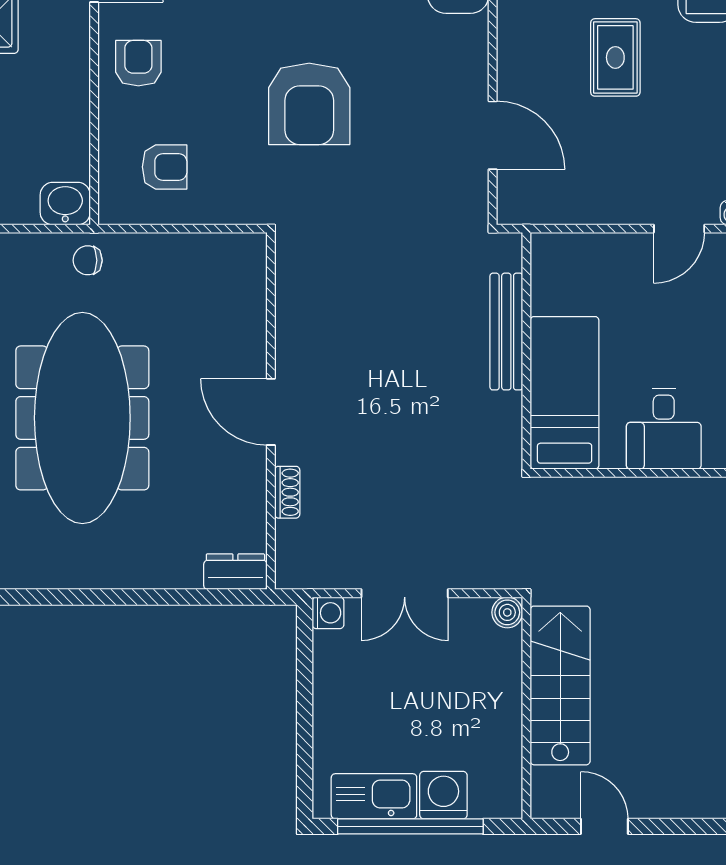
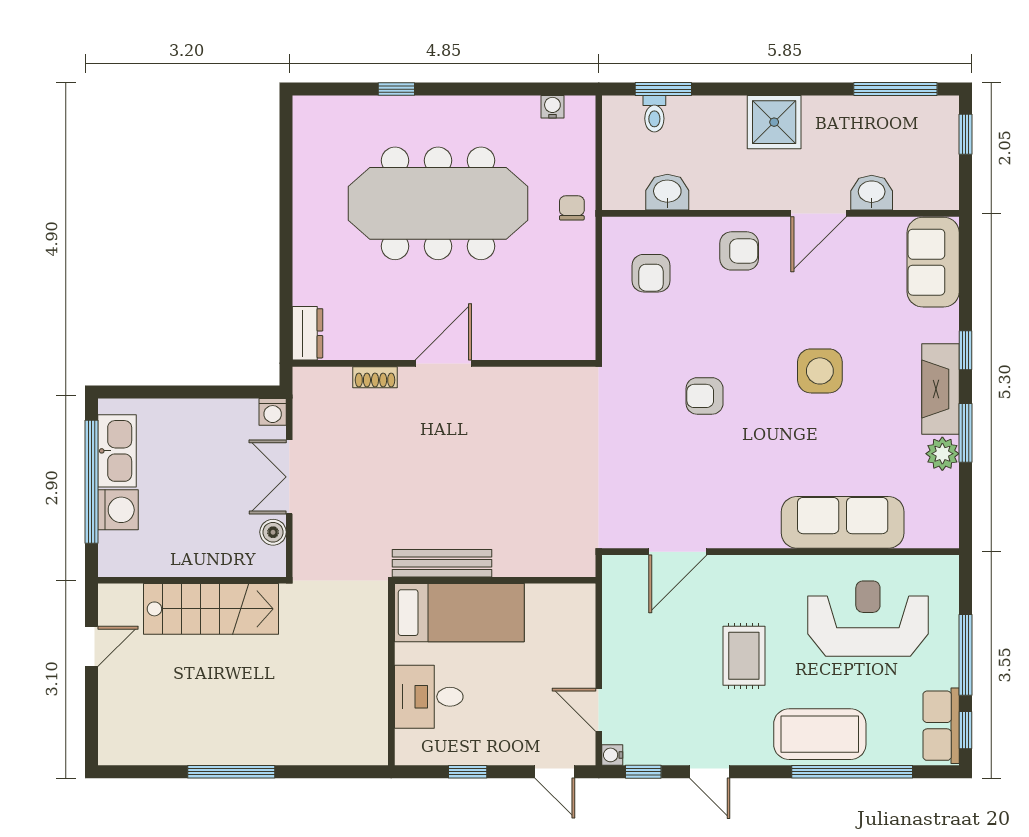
rug: (615, 57) -> (744, 656), turned 90
armchair: (309, 104) -> (705, 396), width x0.53, depth x0.53
washbasin: (65, 204) -> (667, 192), moved, turned -90
bench: (506, 332) -> (442, 563), moved
boiler: (507, 612) -> (273, 532), moved

